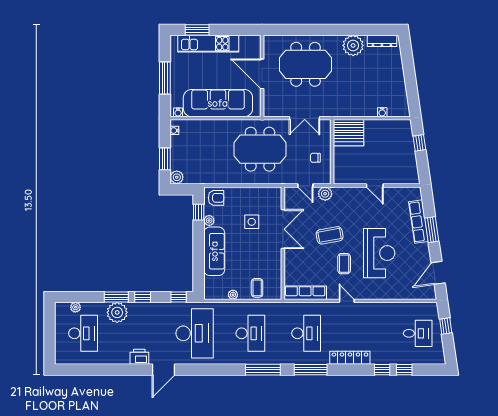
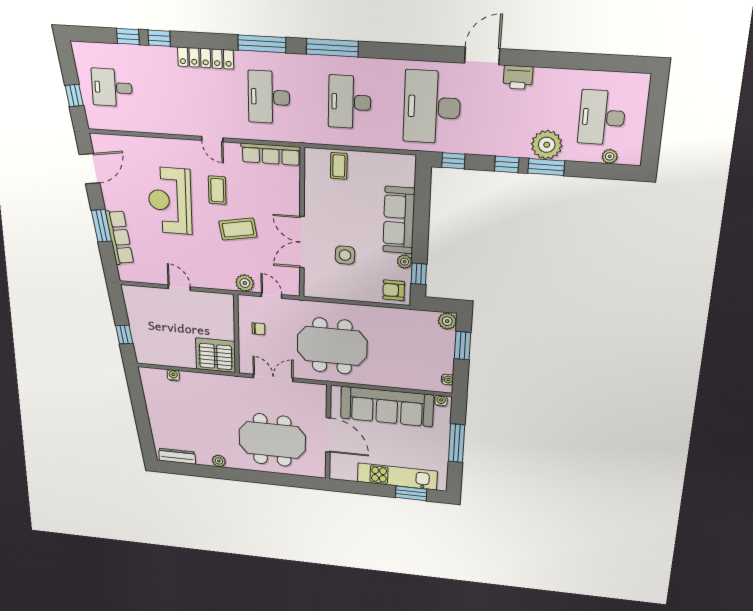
plant: (353, 45) -> (219, 461), width x0.53, depth x0.53
plant: (233, 295) -> (374, 159), removed

